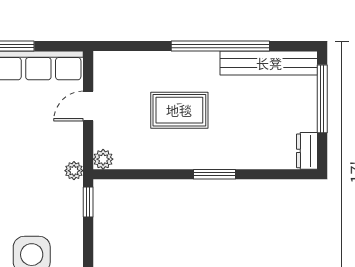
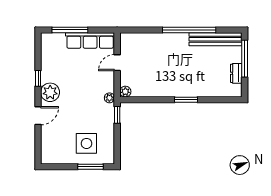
rug: (179, 110) -> (167, 65), removed
dresser: (307, 151) -> (236, 73), moved

